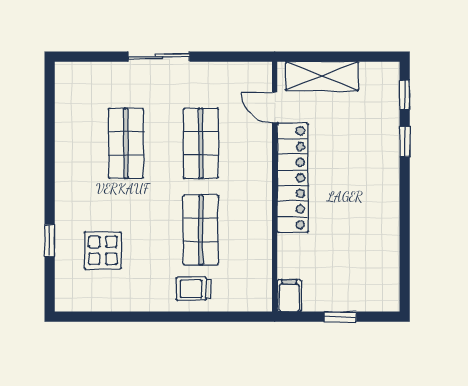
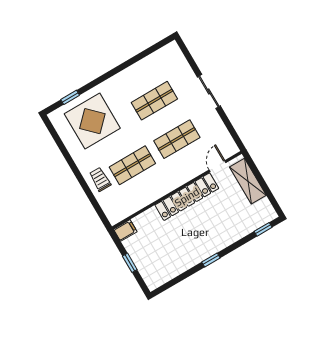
window: (405, 142) -> (211, 260), moved
window: (50, 241) -> (70, 97), moved
display table: (103, 250) -> (92, 121), width x1.86, depth x1.86

